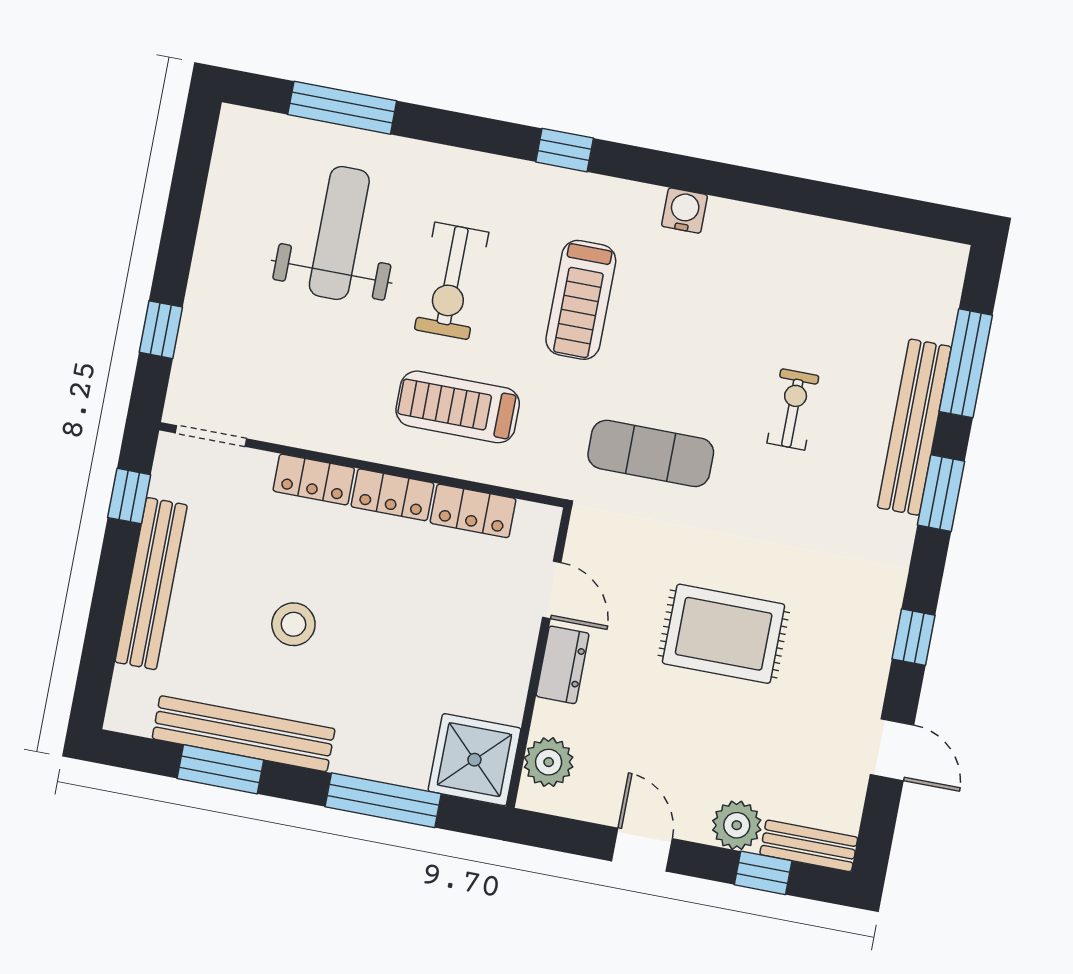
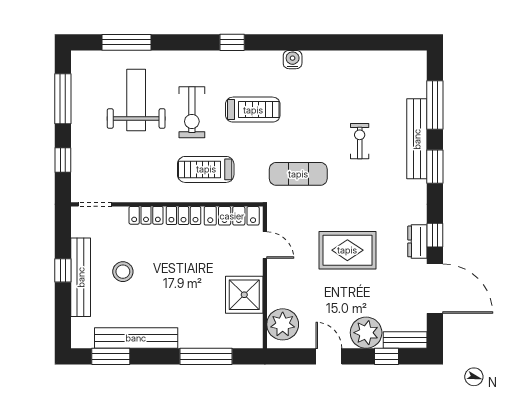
window: (185, 201) -> (63, 99), added
treadmill: (581, 300) -> (253, 110), turned -90
window: (129, 496) -> (63, 270), moved
locker: (473, 511) -> (232, 216), width x1.53
stool: (293, 624) -> (123, 272), moved
dresser: (563, 665) -> (417, 241), moved, turned 180
door: (892, 750) -> (435, 289), width x1.88
shower: (474, 760) -> (244, 295), moved
plant: (549, 762) -> (283, 324), width x1.36, depth x1.36
window: (220, 769) -> (111, 356), moved
plant: (737, 825) -> (366, 333), width x1.36, depth x1.36

